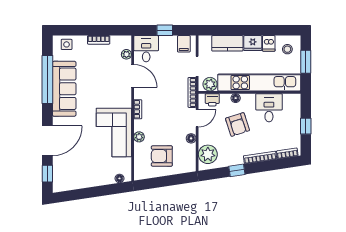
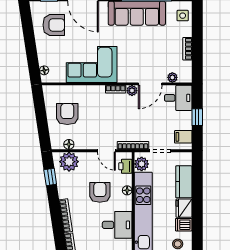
armchair: (237, 124) -> (100, 192), turned 108
plant: (139, 137) -> (132, 91), moved
floor lamp: (191, 138) -> (69, 144), moved
armchair: (76, 169) -> (54, 25), added
window: (237, 170) -> (50, 177), moved

